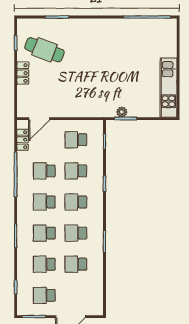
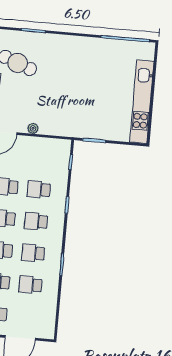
kitchen unit: (168, 88) -> (142, 102), width x1.36
plant: (122, 112) -> (33, 128), moved
school desk: (76, 140) -> (42, 158), removed

